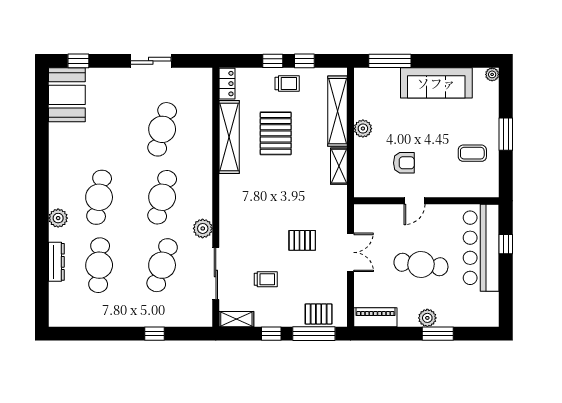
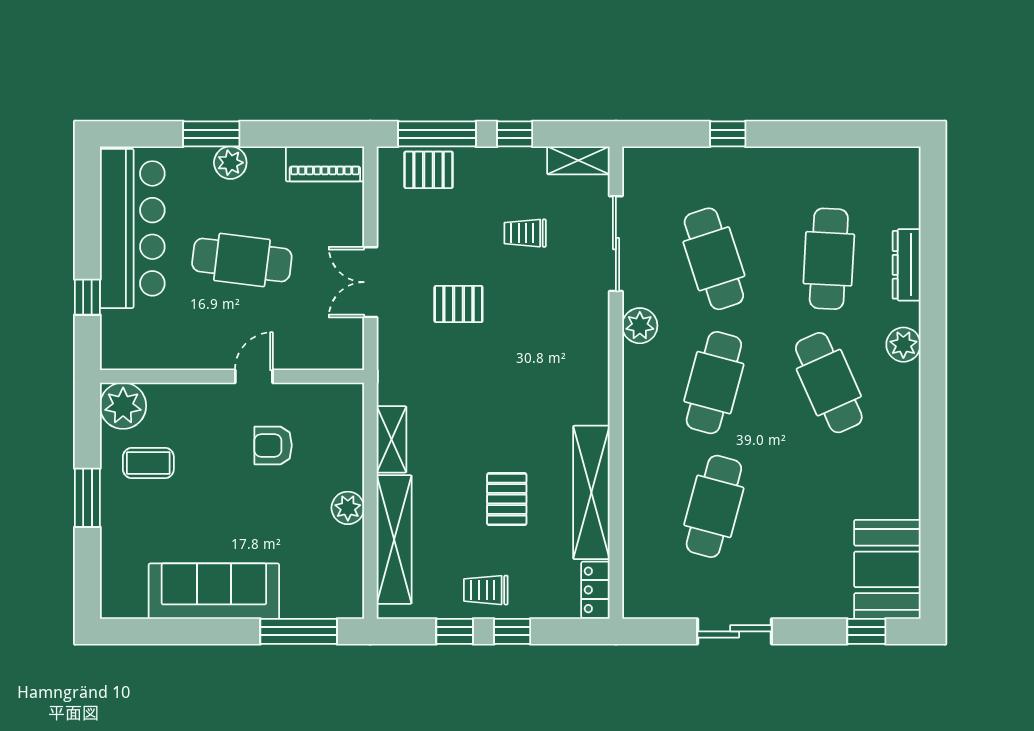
plant: (492, 74) -> (123, 406), moved, width x1.87, depth x1.87
pallet: (276, 133) -> (507, 499), width x0.67, depth x0.71
cafe table: (99, 197) -> (829, 383), turned -33
bar counter: (481, 248) -> (132, 228), moved
cafe table: (162, 265) -> (714, 259), turned -36

